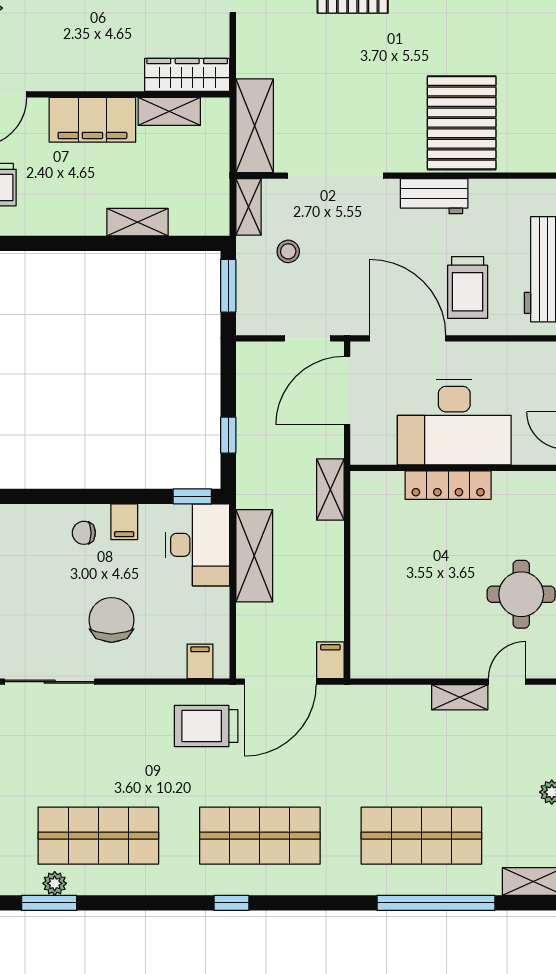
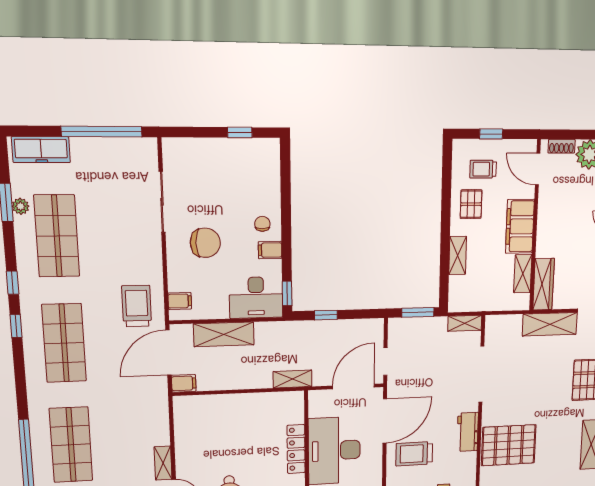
shelving: (255, 126) -> (550, 324), moved
pallet: (57, 202) -> (471, 204), added
stool: (288, 251) -> (438, 348), removed
door: (347, 391) -> (354, 387), hinge flipped
shelving: (254, 556) -> (224, 334), moved
door: (280, 682) -> (168, 353), hinge flipped
window: (166, 903) -> (13, 283), added

